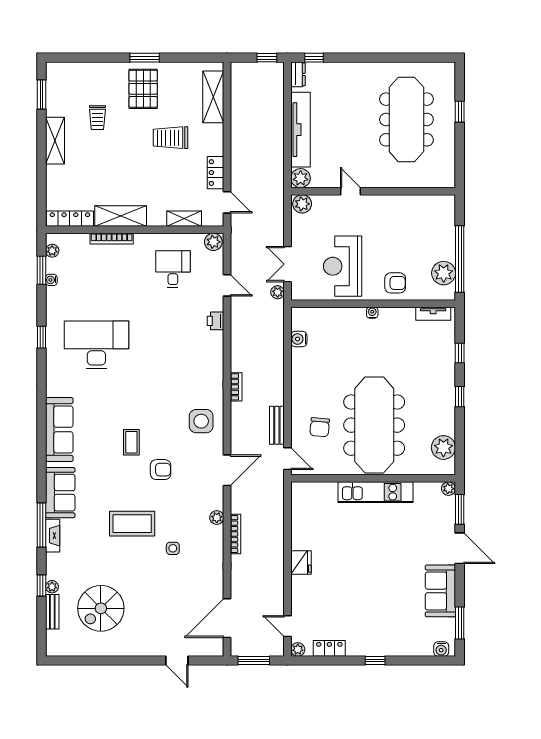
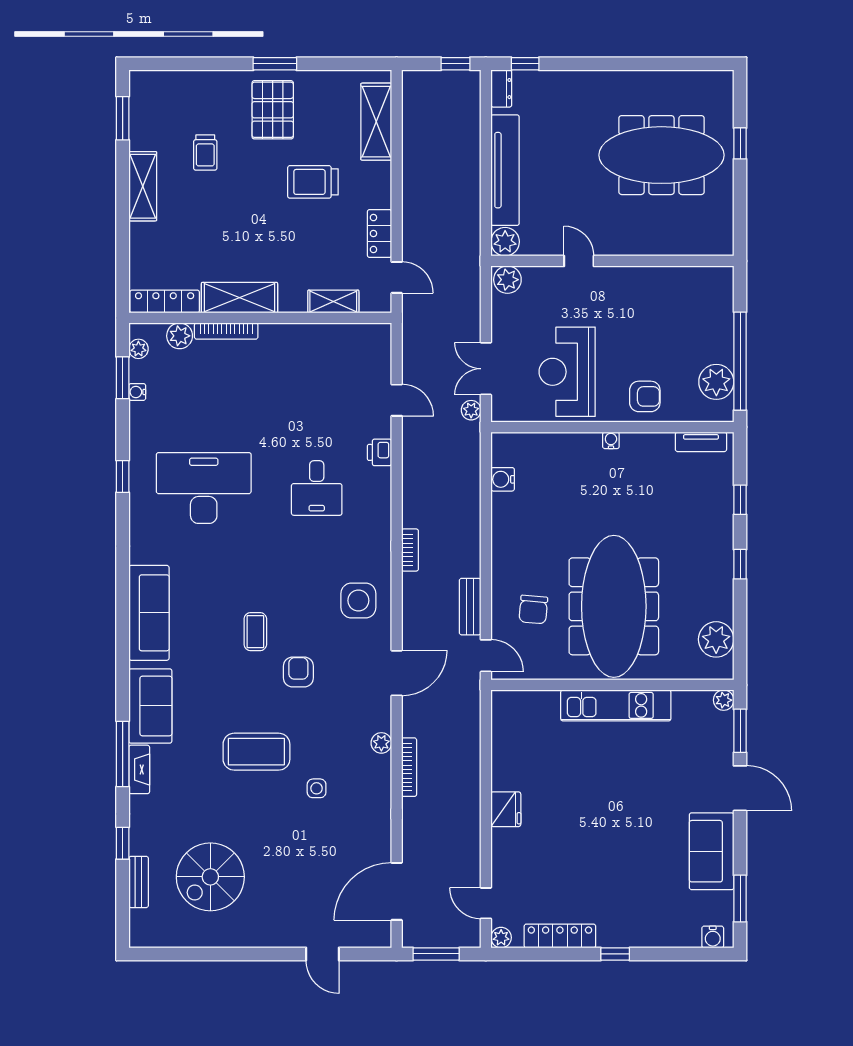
meeting table: (406, 119) -> (661, 155), turned 90
plant: (213, 242) -> (180, 336), moved
desk: (173, 269) -> (317, 488), moved, turned 180
armchair: (161, 470) -> (298, 672), turned -90
plant: (52, 587) -> (138, 845), removed
locker: (329, 648) -> (560, 936), width x1.53

